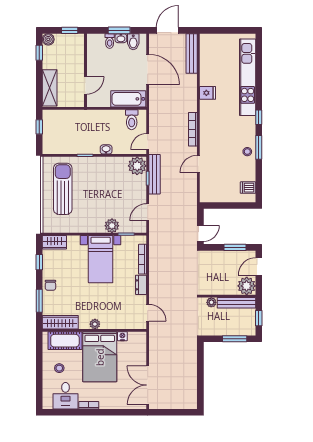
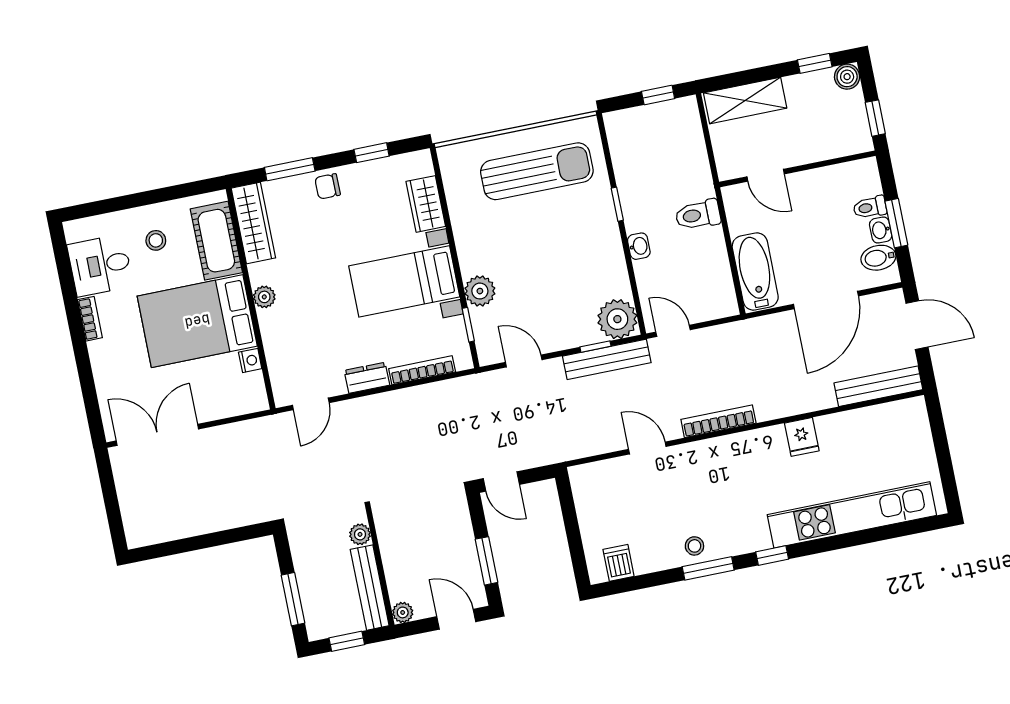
toilet: (132, 120) -> (698, 215), moved
wardrobe: (54, 242) -> (426, 204), moved
plant: (247, 286) -> (403, 612), width x0.53, depth x0.53

